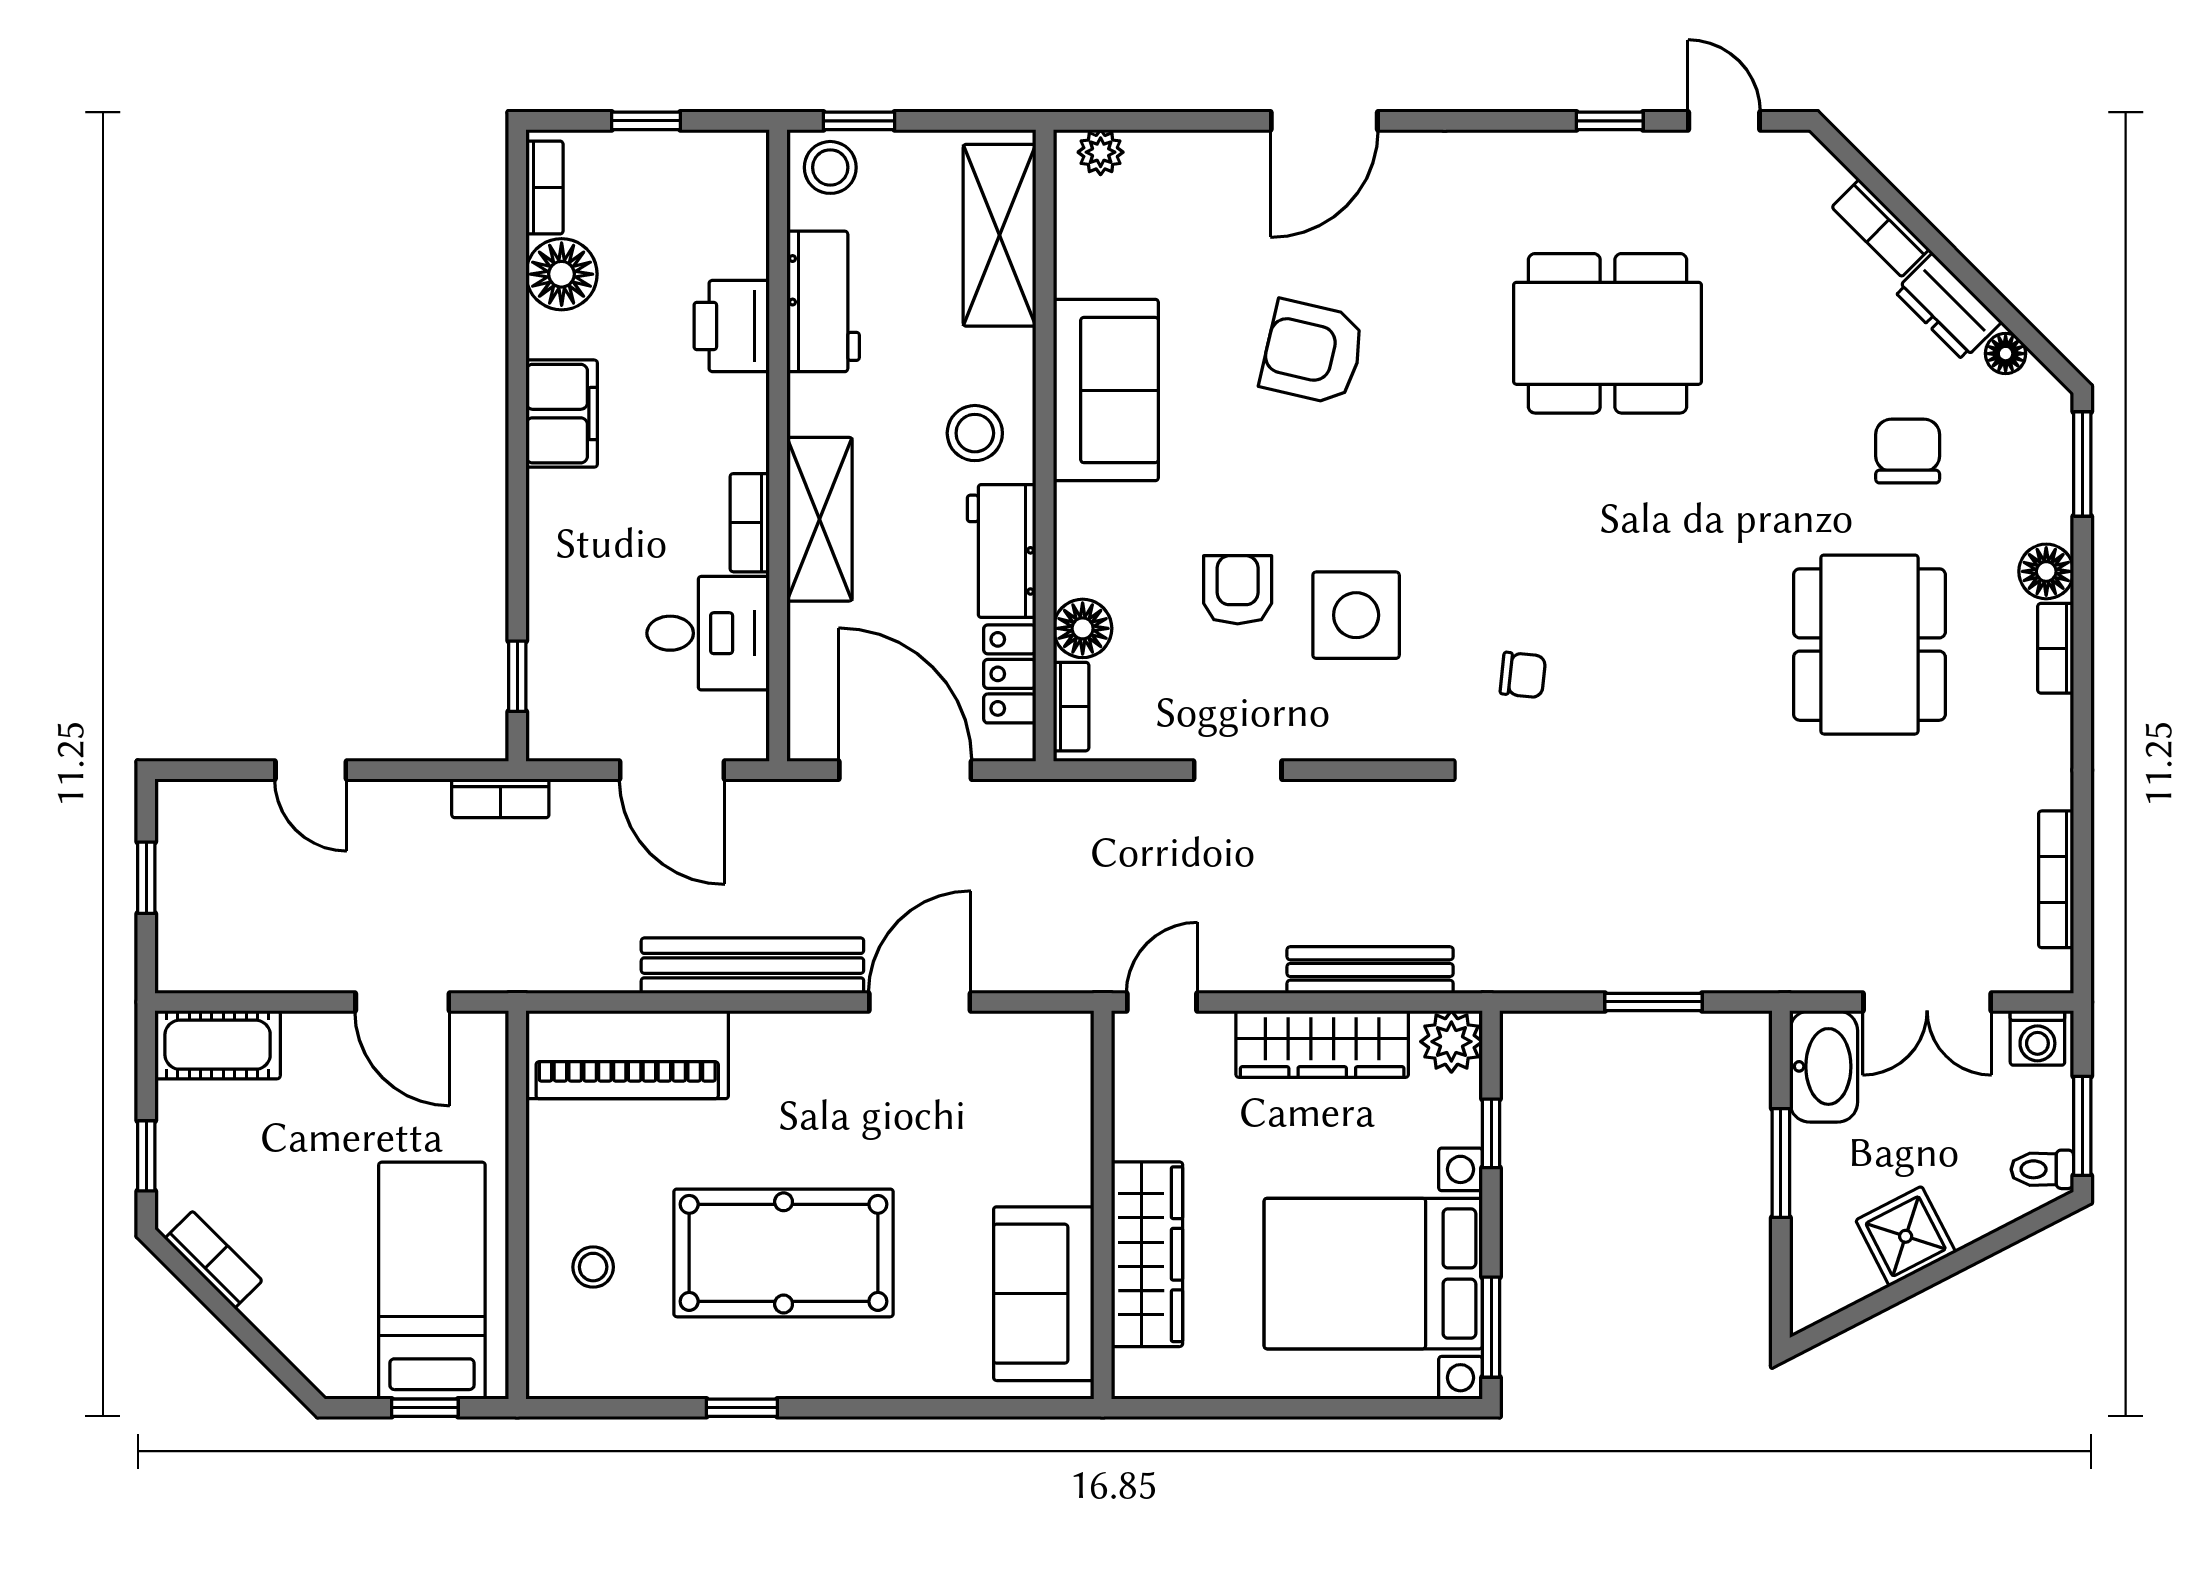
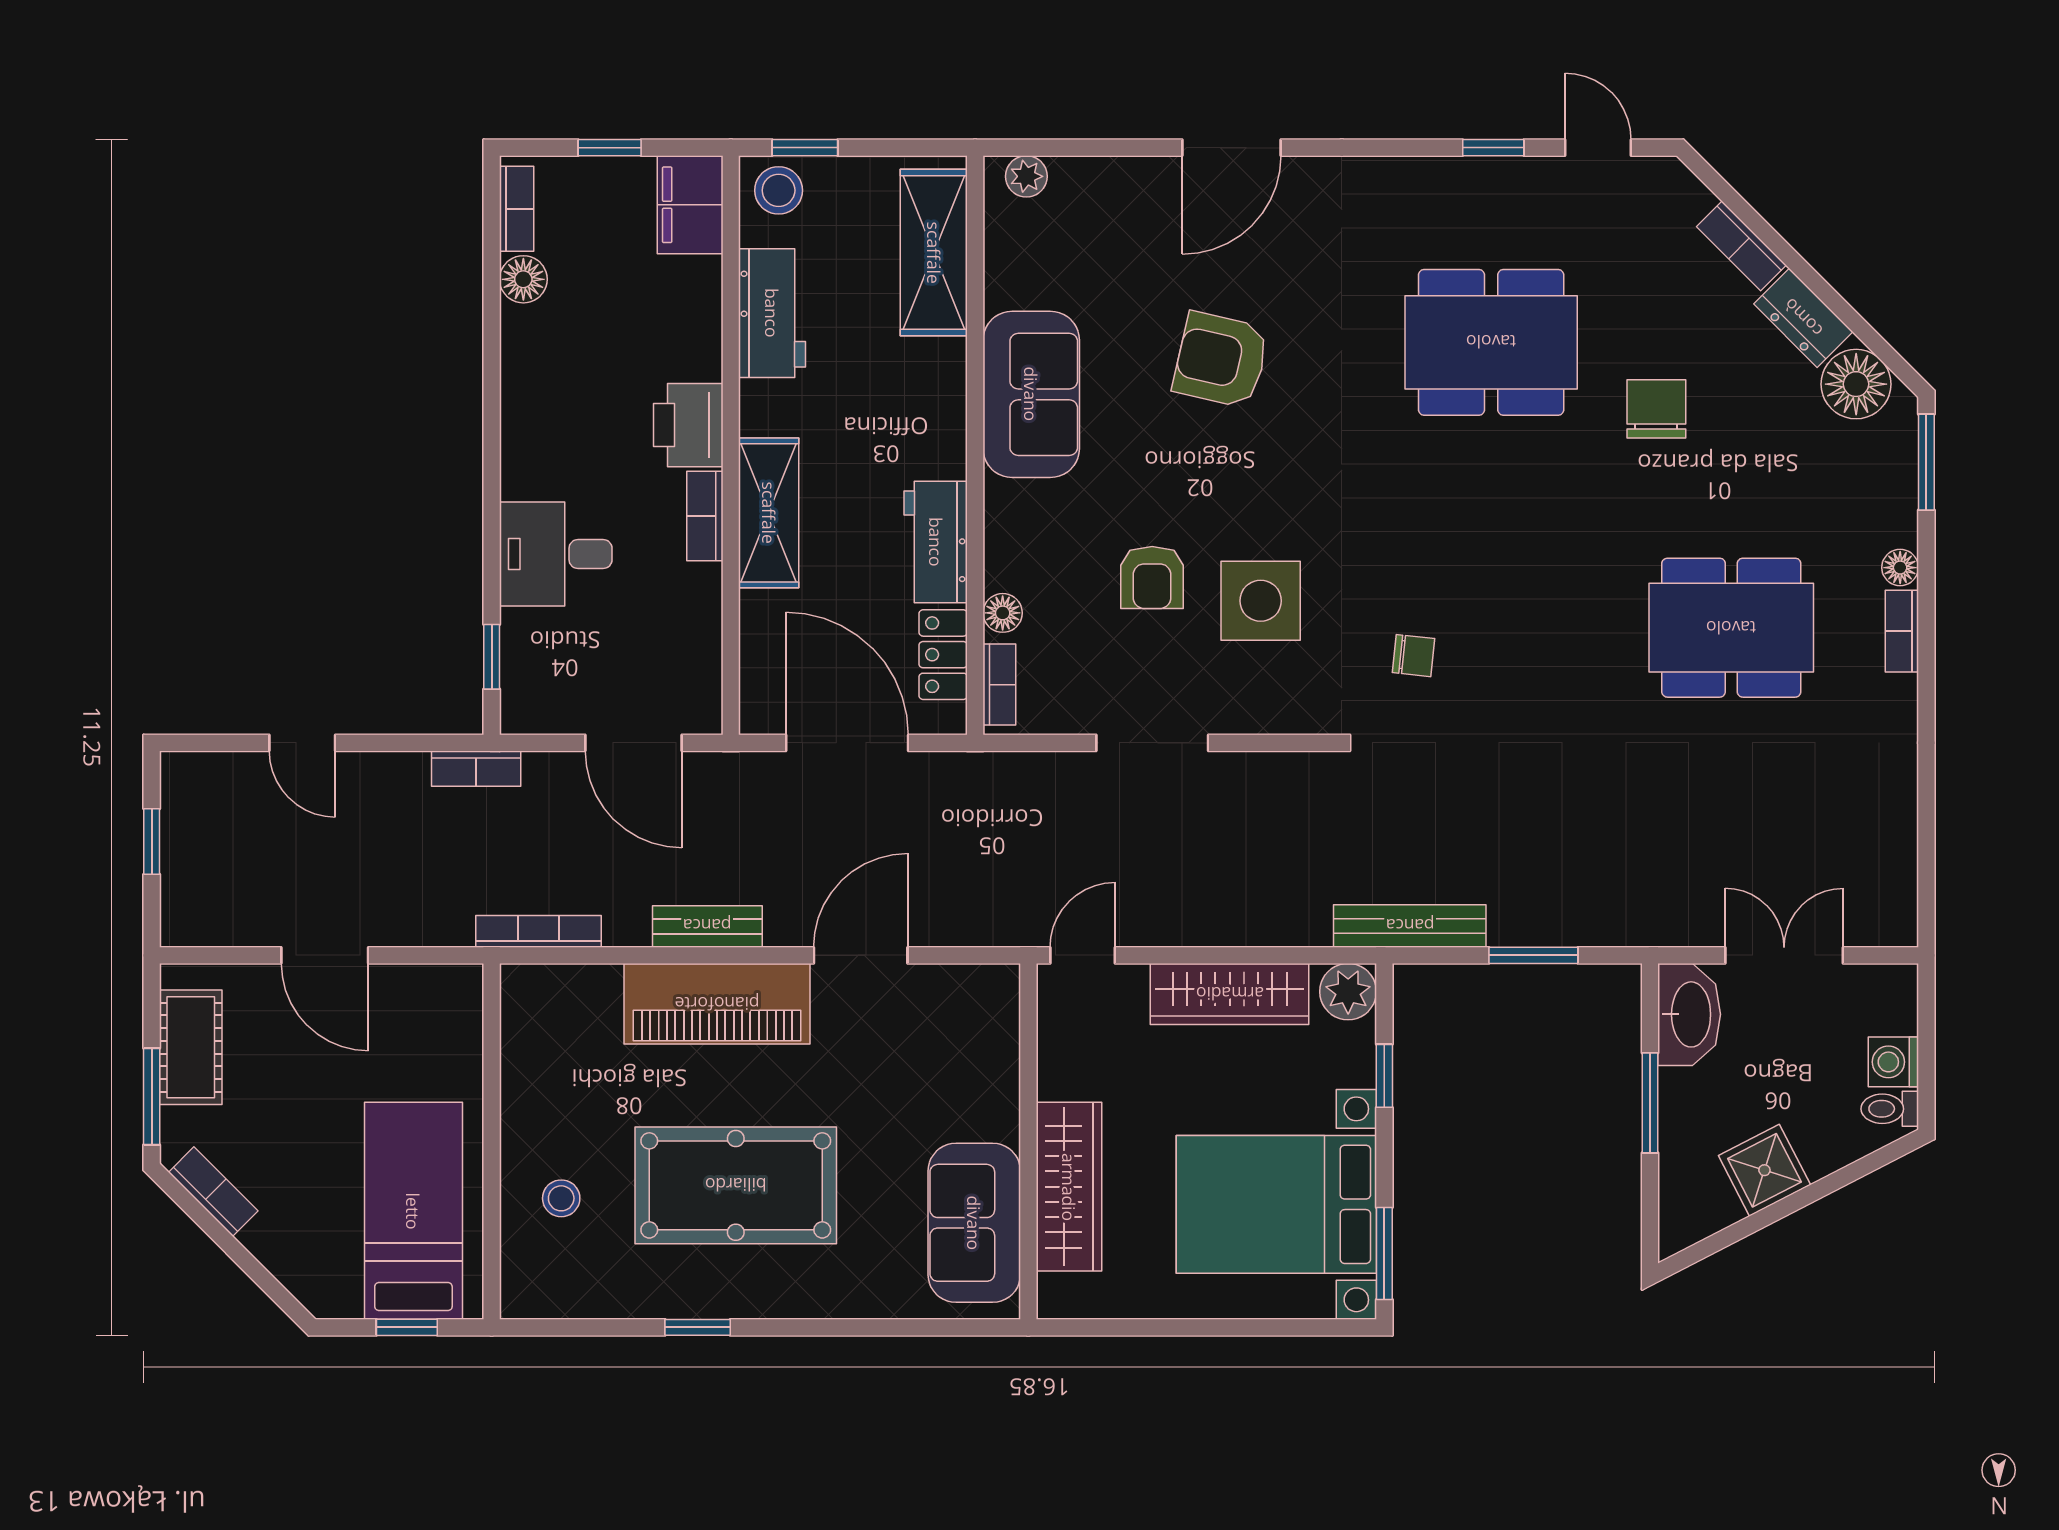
floor lamp: (562, 274) -> (523, 279), width x0.73, depth x0.73
printer: (732, 326) -> (688, 425), moved
floor lamp: (2006, 354) -> (1856, 384), width x1.89, depth x1.89
filing cabinet: (562, 414) -> (690, 205), moved, turned 180
stool: (975, 433) -> (911, 434), removed
chair: (1908, 451) -> (1656, 409), moved
floor lamp: (2046, 571) -> (1900, 568), width x0.73, depth x0.73
armchair: (1238, 590) -> (1152, 577), turned 180
floor lamp: (1083, 628) -> (1003, 613), width x0.73, depth x0.73
desk: (708, 633) -> (556, 554), moved, turned 180
dining table: (1869, 645) -> (1731, 628), turned 90
doorway: (1238, 770) -> (1152, 743), width x1.38
bookcase: (2056, 879) -> (538, 931), moved, turned 90
bench: (752, 966) -> (707, 926), width x0.54, depth x0.82
bench: (1370, 970) -> (1410, 926), moved
door: (402, 1002) -> (325, 955), moved
double door: (1927, 1002) -> (1784, 955), swing flipped
washing machine: (2037, 1038) -> (1893, 1062), moved, turned 90
cot: (218, 1045) -> (191, 1047), moved, turned 90
piano: (627, 1055) -> (717, 1004), moved
window: (2082, 1126) -> (1926, 1069), removed
window: (146, 1156) -> (152, 1096), width x1.50

